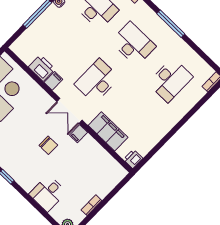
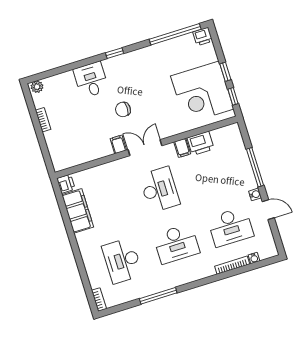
window: (171, 24) -> (158, 296), moved
filing cabinet: (108, 131) -> (78, 211), moved, turned -90
desk: (48, 193) -> (91, 80), moved

